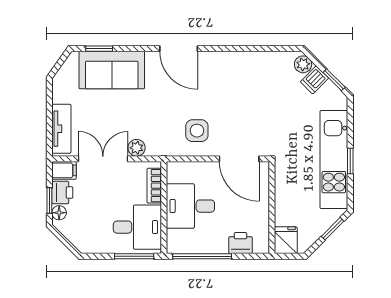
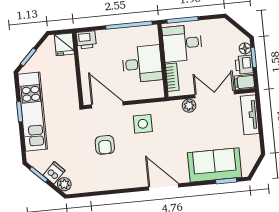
armchair: (247, 109) -> (105, 145), added
double door: (103, 159) -> (215, 94), swing flipped
printer: (241, 243) -> (86, 40), moved

